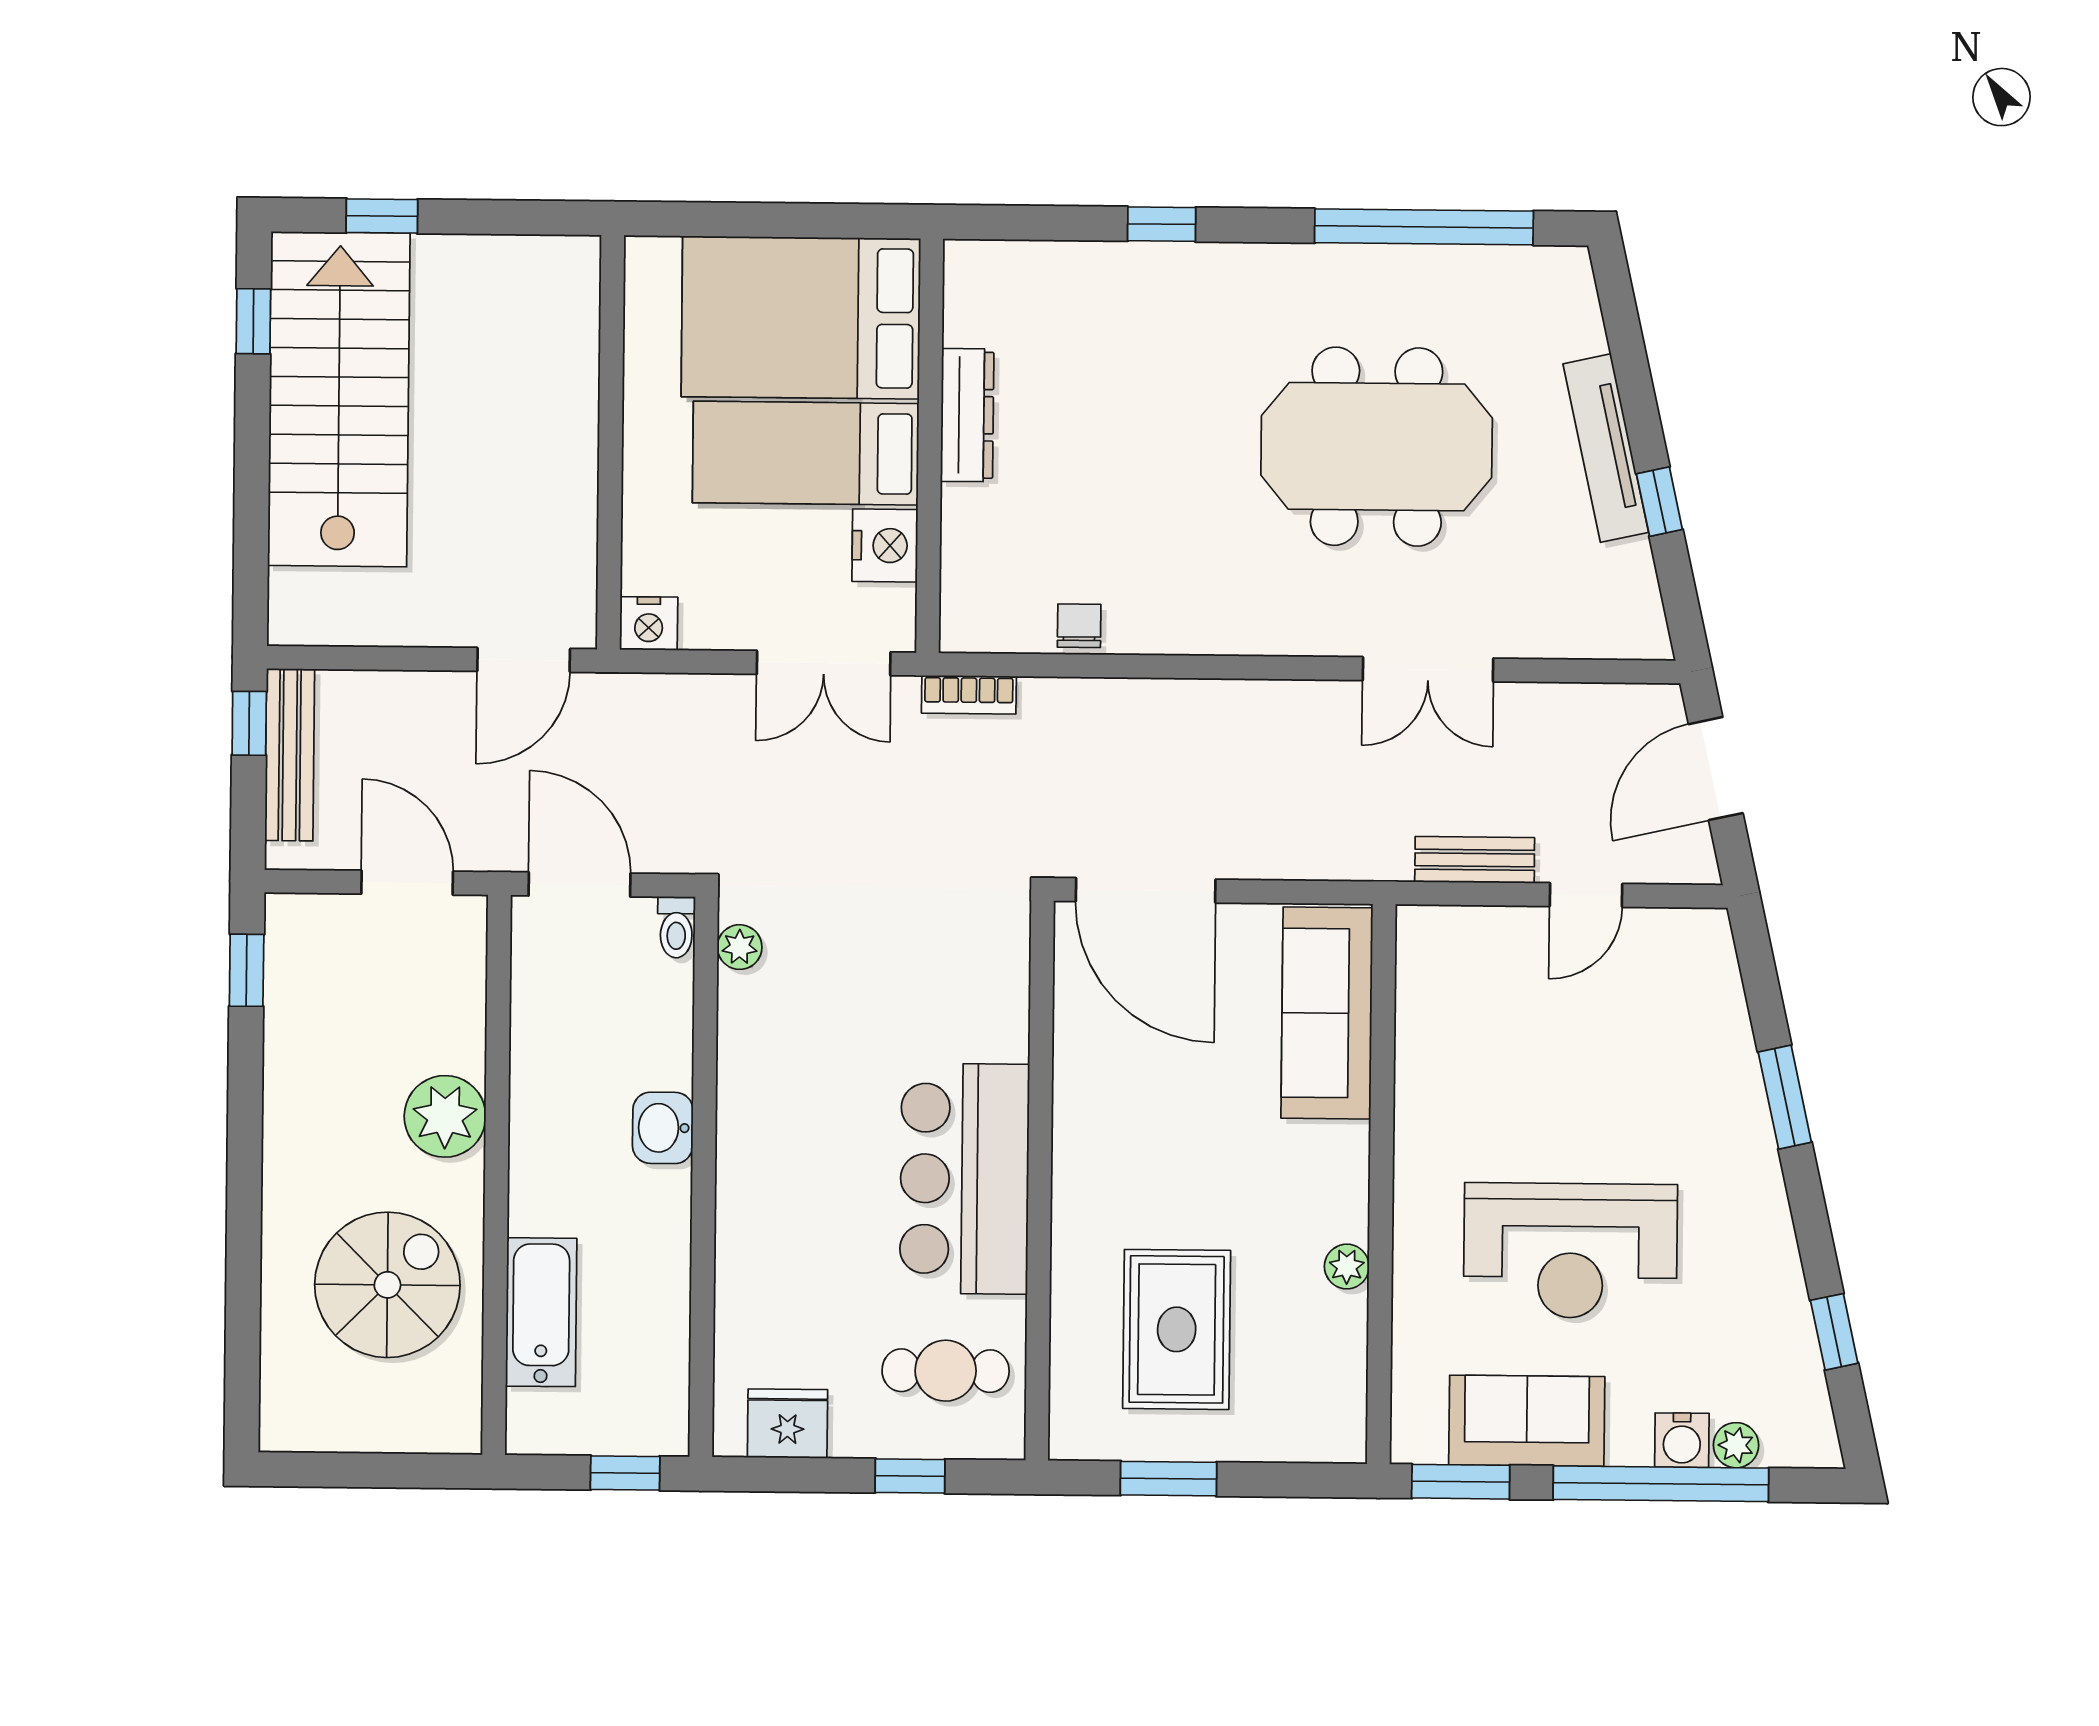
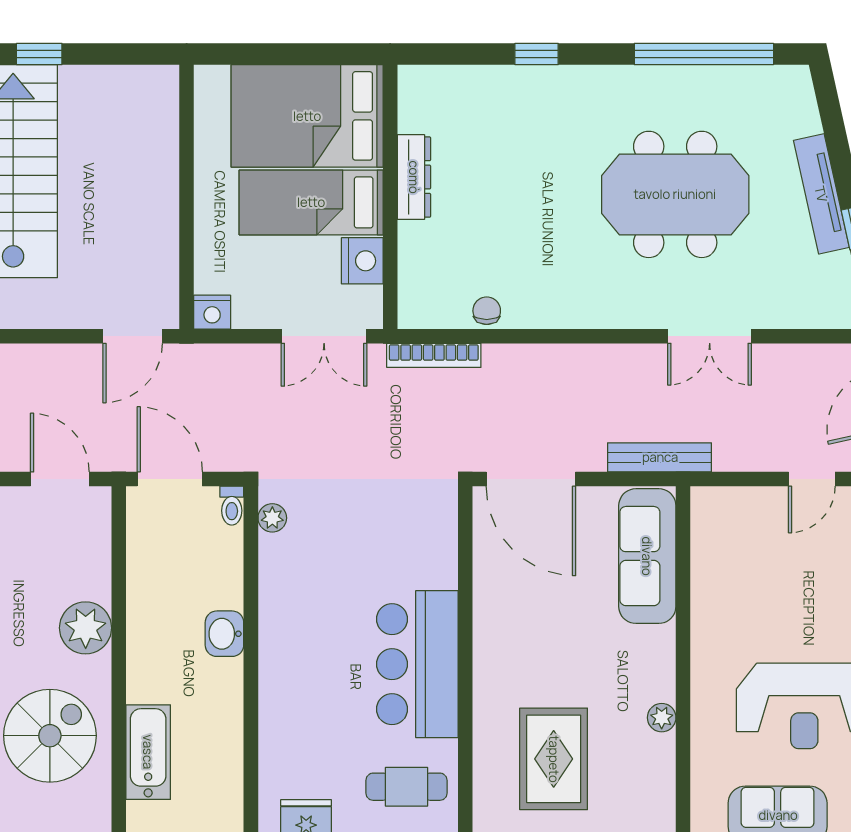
bookcase: (969, 695) -> (434, 355), width x1.56
bench: (1475, 860) -> (660, 457), moved, width x1.36

